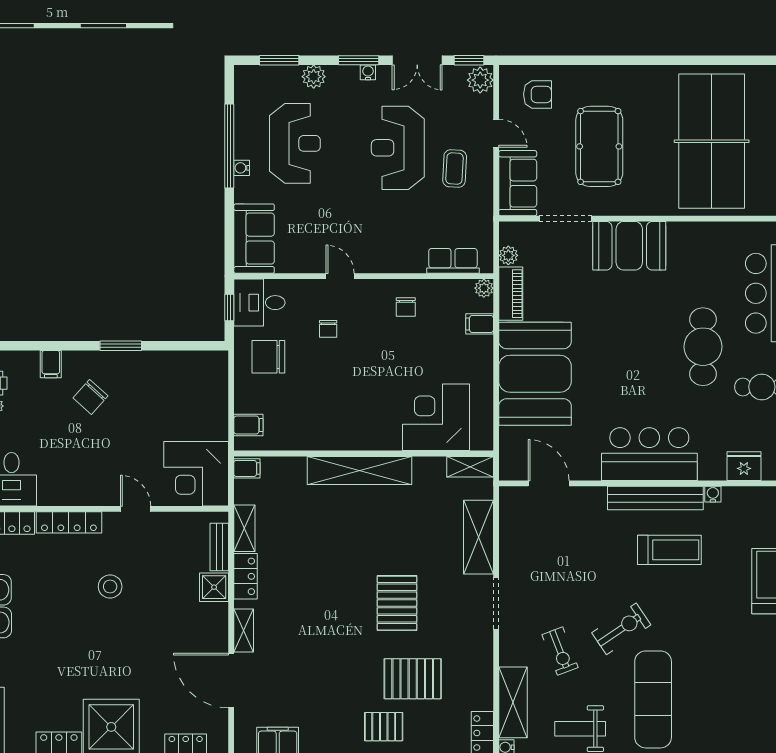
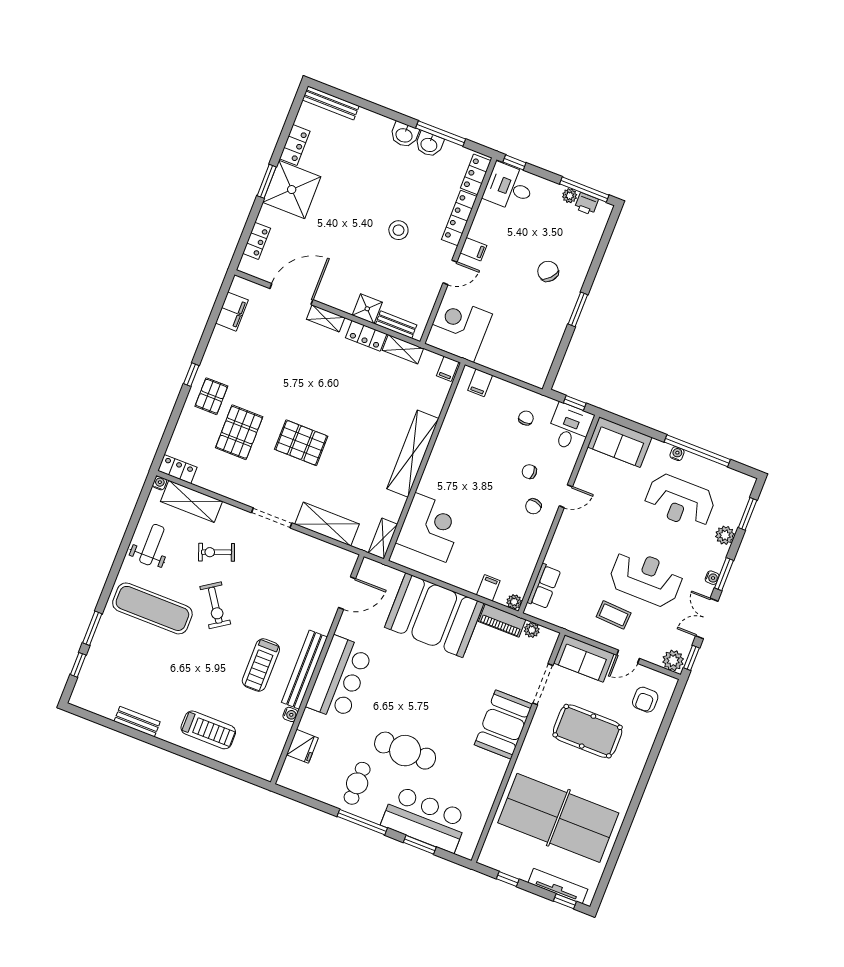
chair: (406, 307) -> (533, 506), moved, turned -79
chair: (268, 357) -> (526, 418), width x0.54, depth x0.54
filing cabinet: (51, 364) -> (473, 249), moved, turned 180

